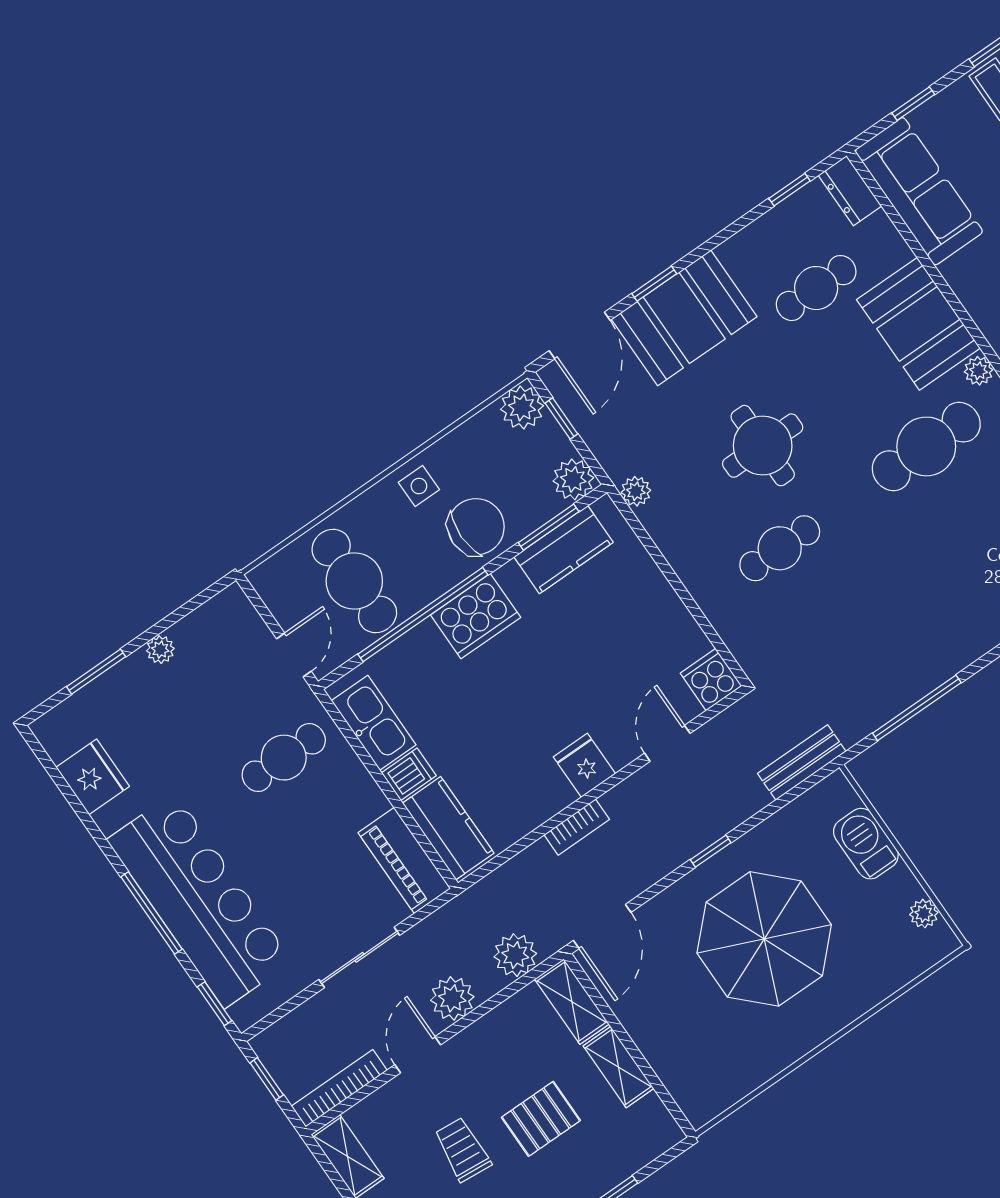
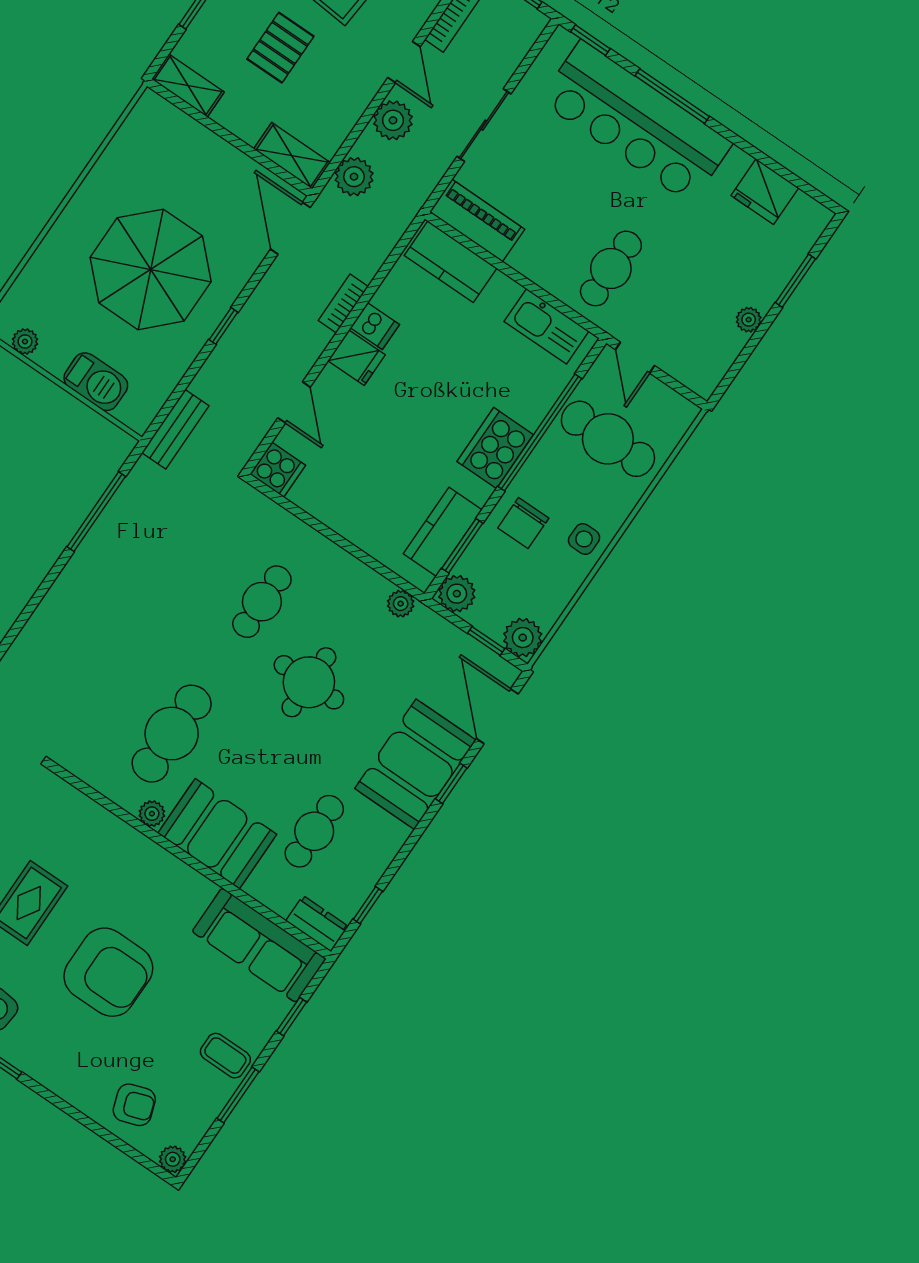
chair: (476, 527) -> (523, 523), width x0.73, depth x0.73
dishwasher: (409, 774) -> (375, 326), moved, turned -90
shelving: (618, 1067) -> (188, 86), moved

